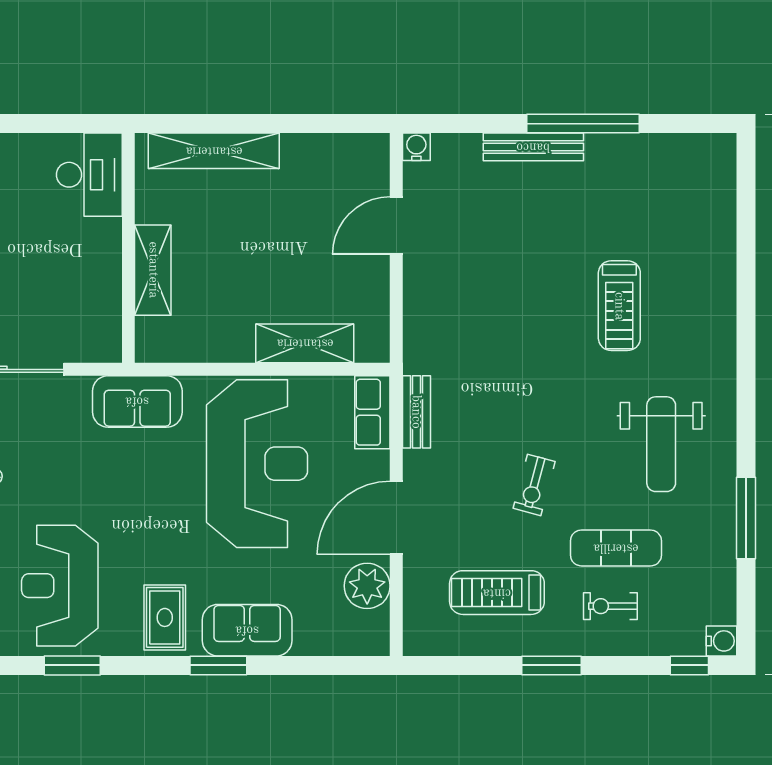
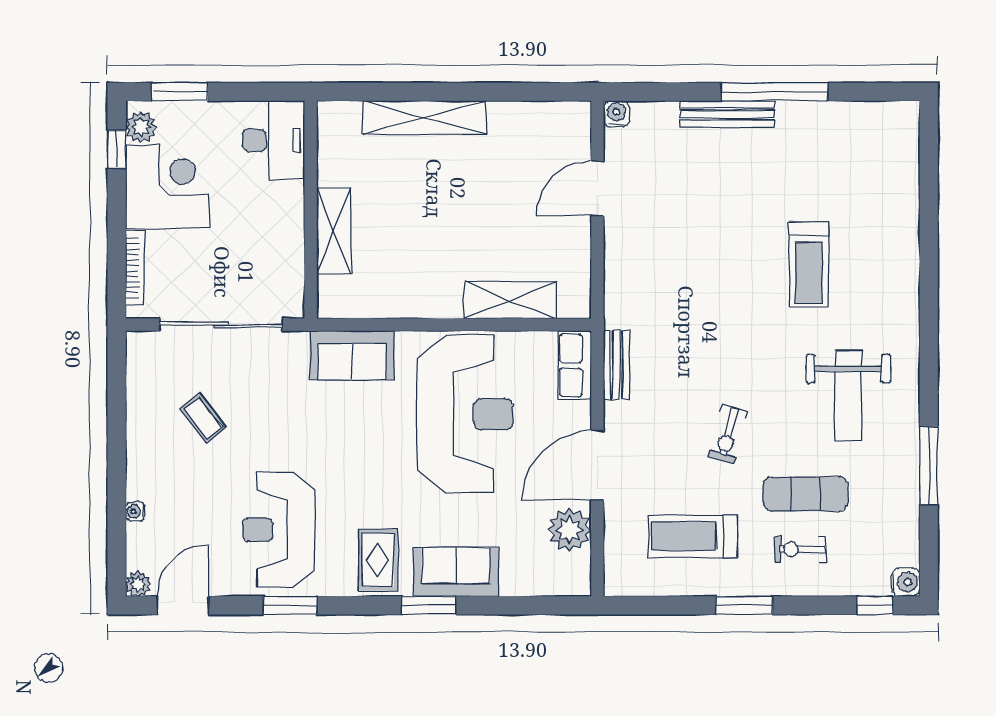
desk: (89, 175) -> (274, 140), moved
wall: (128, 248) -> (311, 210), moved
shelving: (153, 270) -> (334, 231), moved

